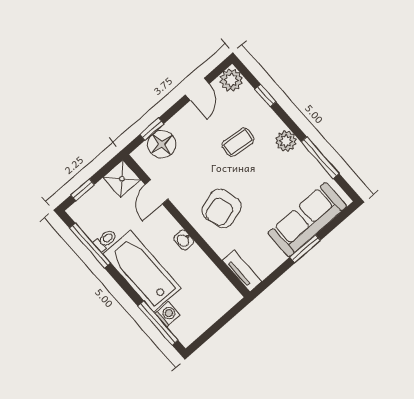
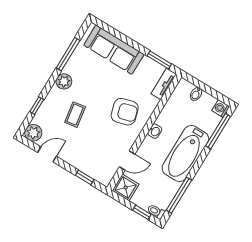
coffee table: (238, 142) -> (75, 115), turned 75
floor lamp: (162, 144) -> (93, 167), removed
toilet: (105, 240) -> (156, 212), moved
window: (305, 249) -> (159, 60), moved
bidet: (216, 309) -> (196, 94), added
washing machine: (168, 314) -> (221, 109), moved

